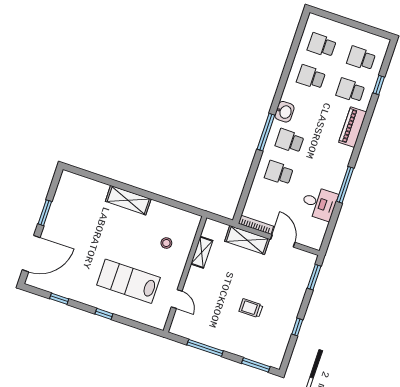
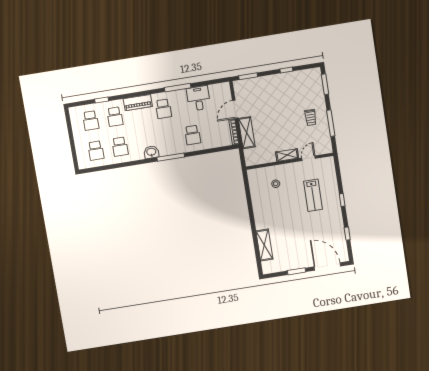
school desk: (290, 141) -> (163, 109), moved
shelving: (128, 200) -> (264, 245), moved
shelving: (202, 252) -> (287, 155), moved
lab bench: (128, 281) -> (313, 195), width x0.73, depth x0.72
trolley: (251, 308) -> (311, 117), moved

